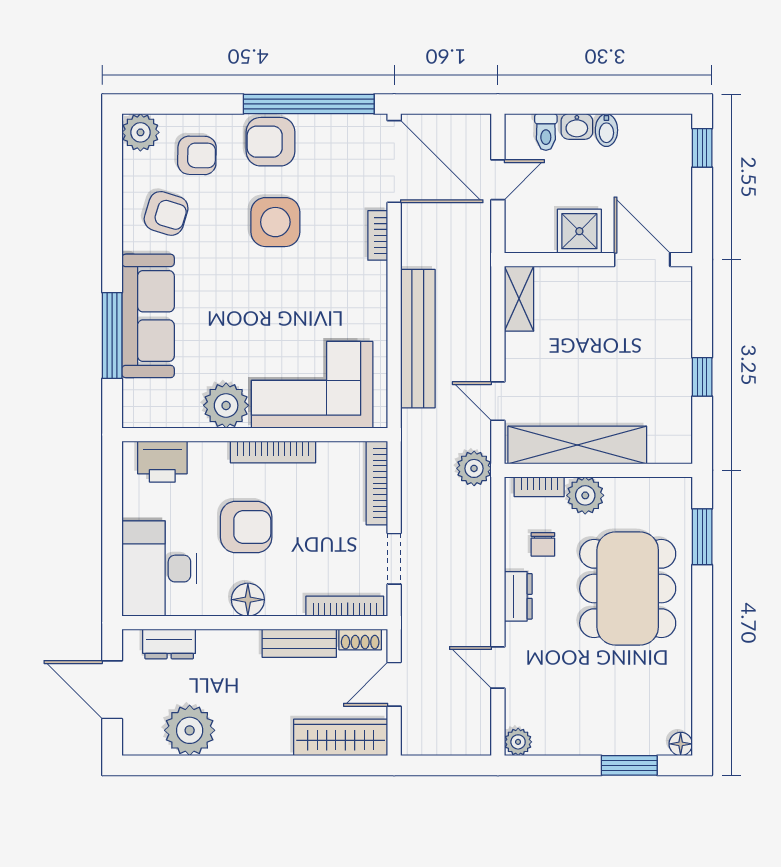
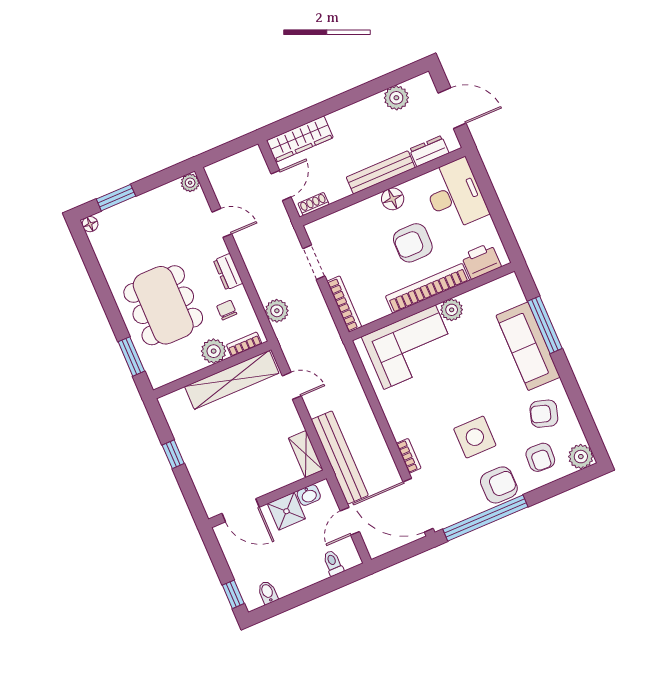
washbasin: (577, 127) -> (309, 495), moved, turned 180
bidet: (606, 130) -> (268, 592), moved
armchair: (197, 155) -> (540, 457), turned -88
bench: (418, 339) -> (340, 458), moved
plant: (226, 405) -> (452, 310), width x0.73, depth x0.73
bookcase: (273, 452) -> (428, 288), width x1.48, depth x1.31
plant: (474, 468) -> (277, 311), moved
bookcase: (345, 606) -> (332, 220), removed
bench: (299, 643) -> (381, 172), moved, width x1.36
plant: (190, 730) -> (396, 98), width x0.73, depth x0.73

